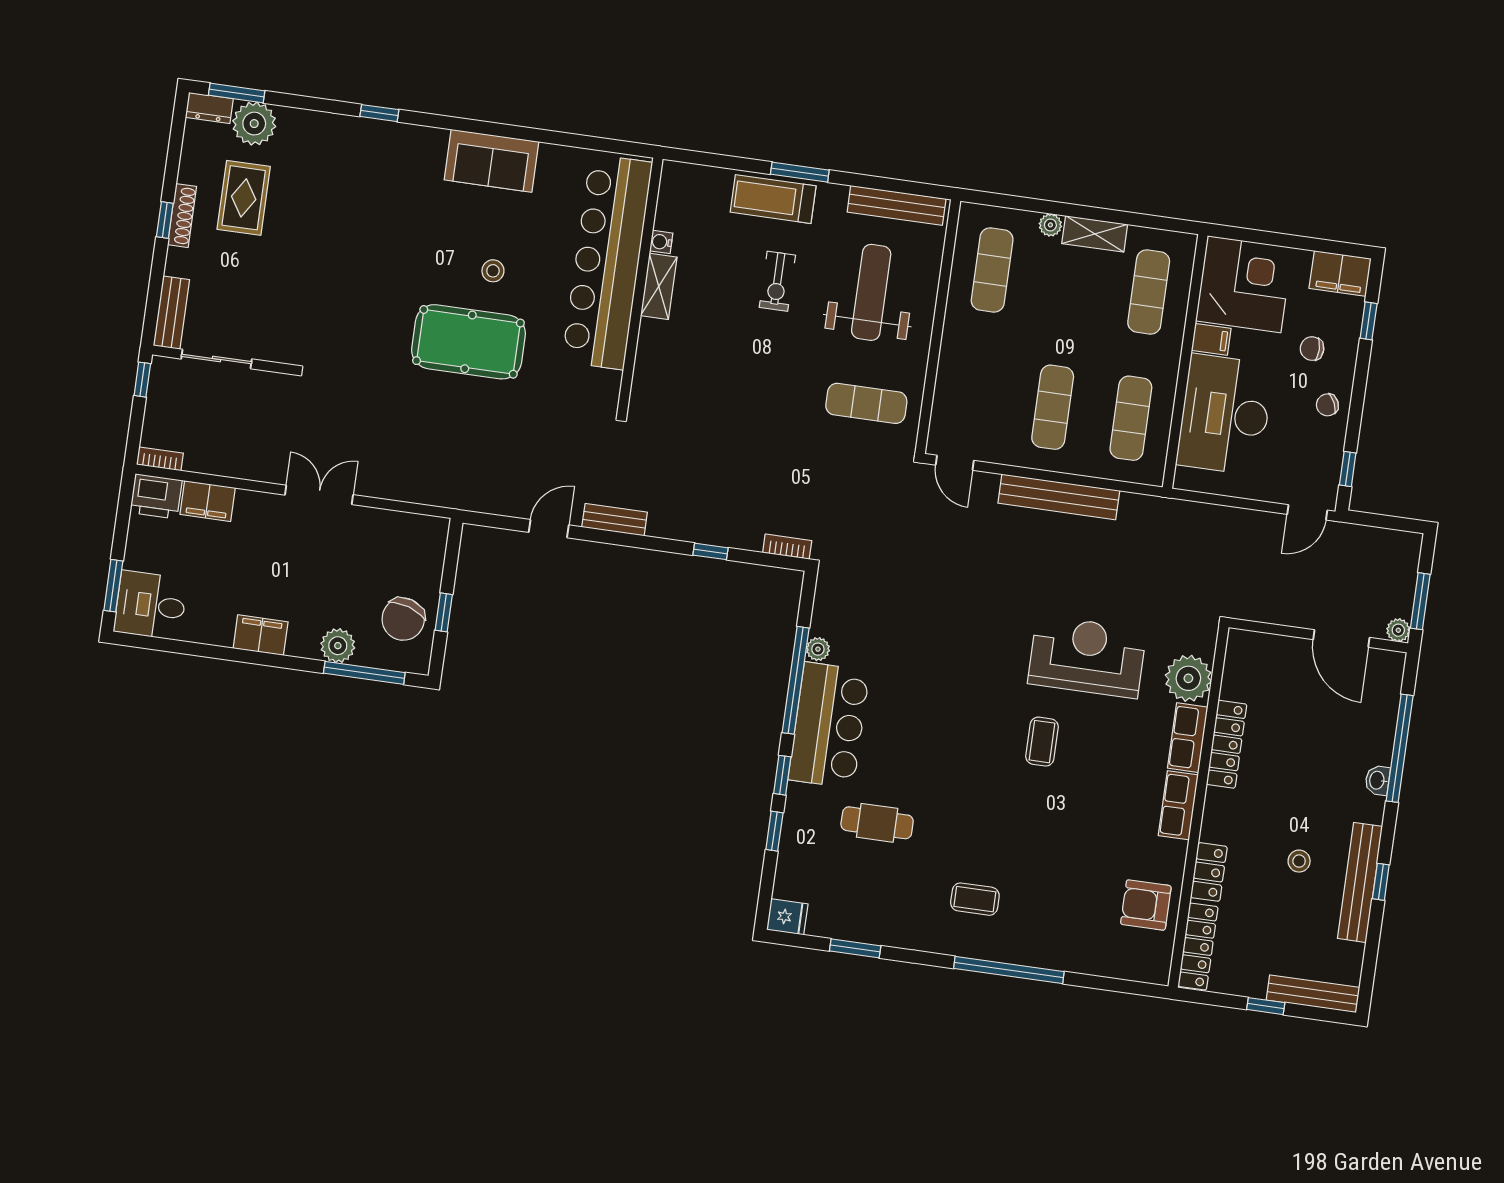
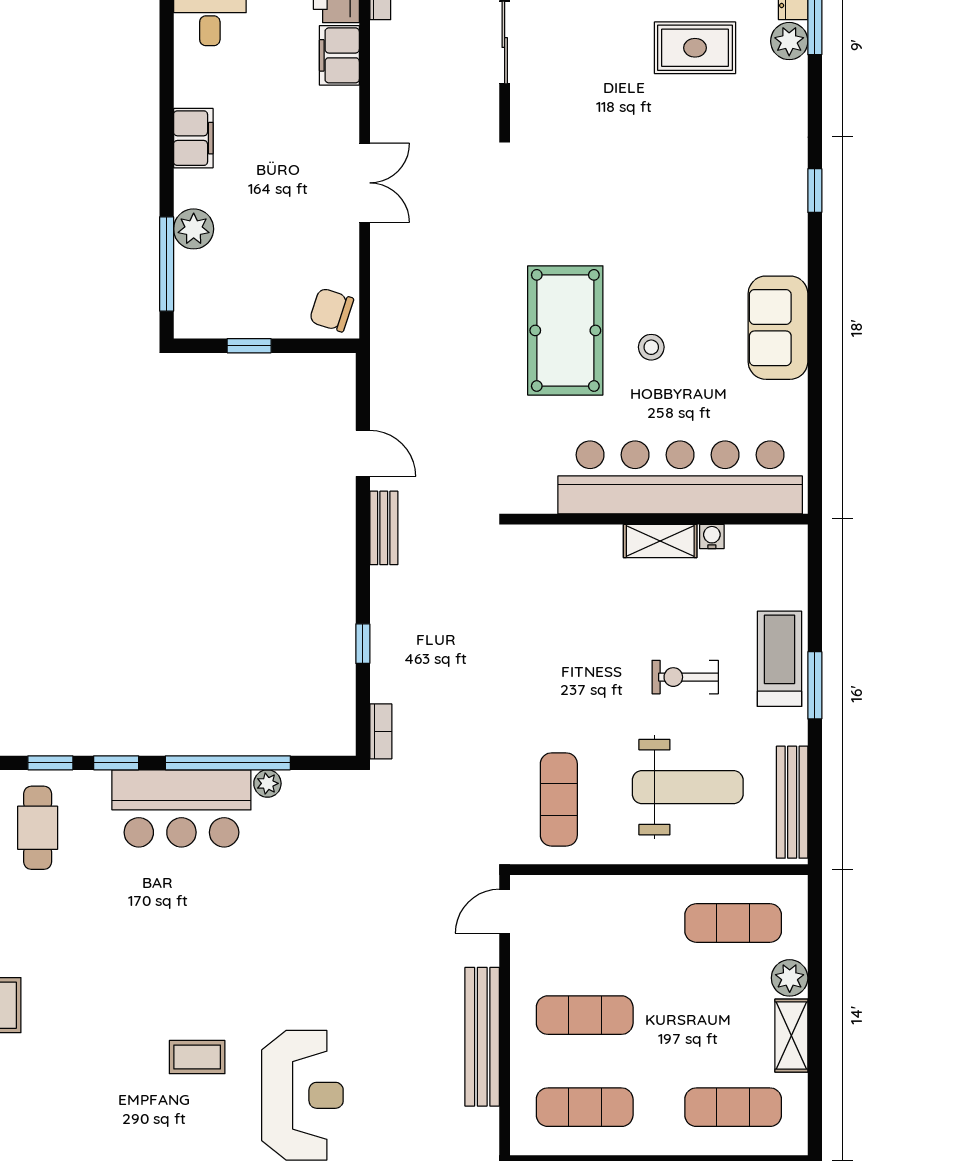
plant: (254, 124) -> (789, 41), width x0.73, depth x0.73
plant: (1050, 225) -> (790, 978), width x1.38, depth x1.38
chair: (403, 619) -> (331, 310), moved, width x0.73, depth x0.73
cafe table: (877, 823) -> (38, 828), moved

